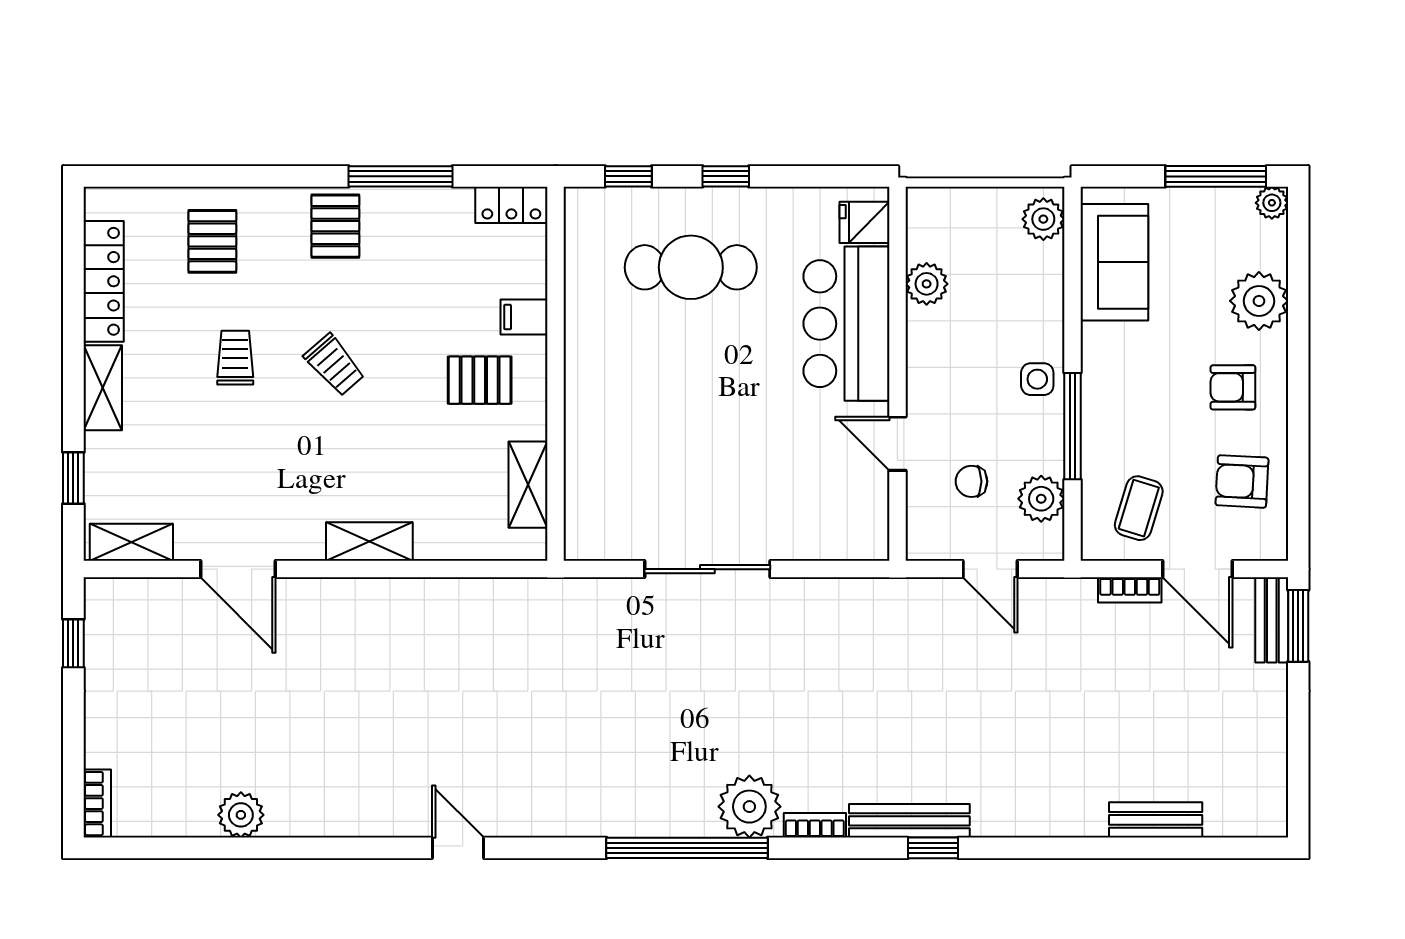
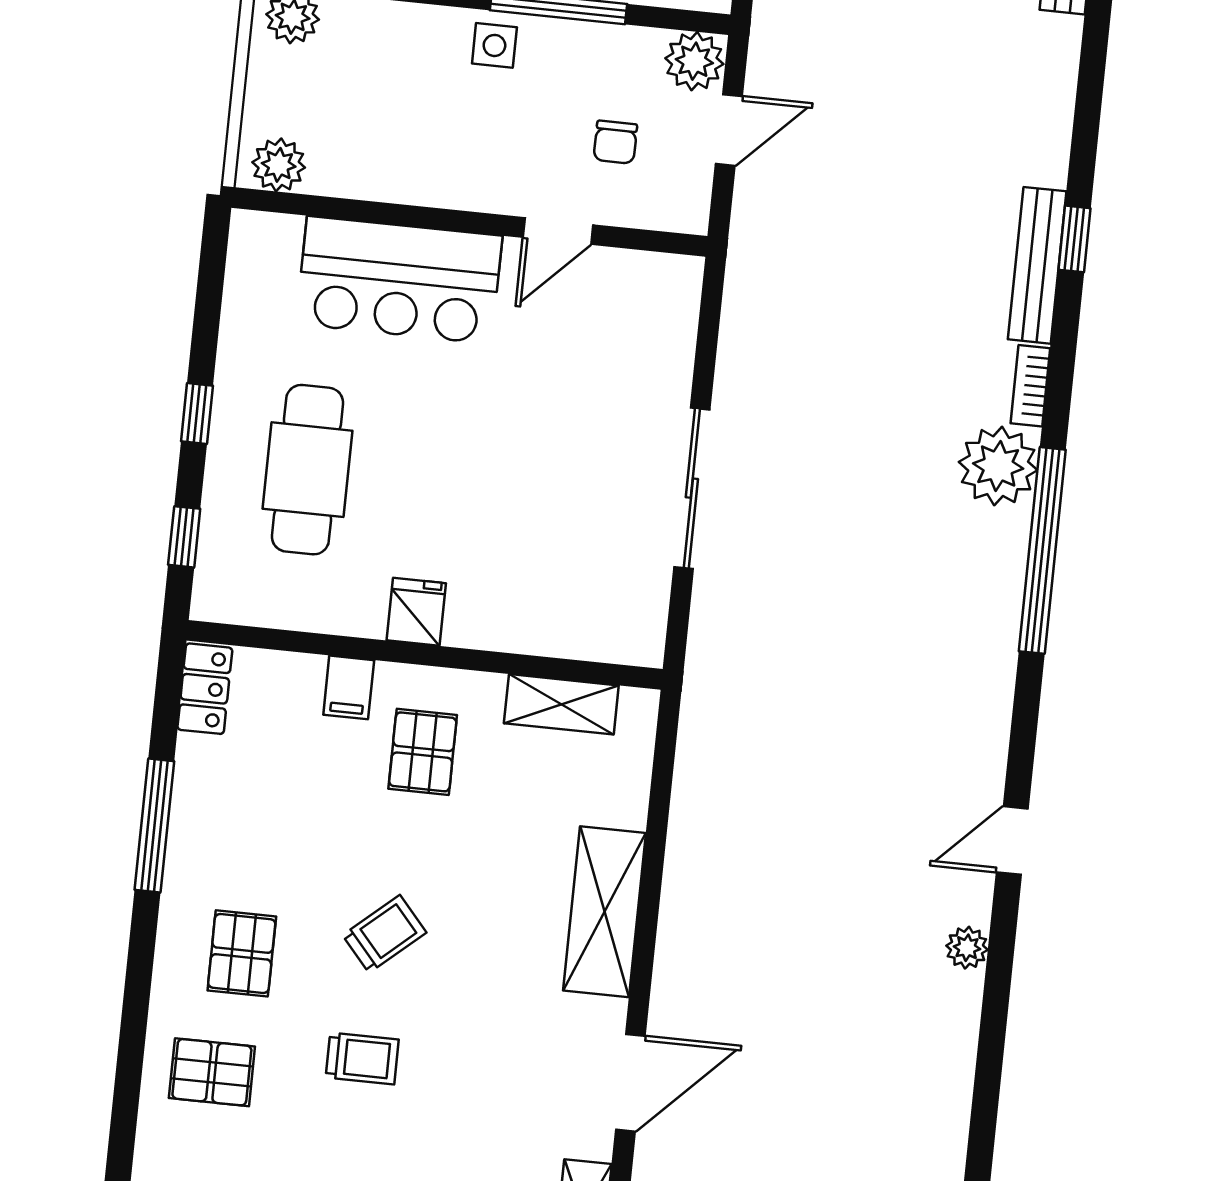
fridge: (864, 222) -> (416, 612), moved, turned 180
pallet: (335, 226) -> (242, 953), moved, turned 90
plant: (927, 284) -> (279, 165), moved
trolley: (235, 358) -> (362, 1058), turned 180
plant: (1041, 499) -> (694, 61), moved
shelving: (369, 541) -> (604, 912), width x1.50, depth x1.33
plant: (241, 815) -> (967, 948), moved, width x0.73, depth x0.73

